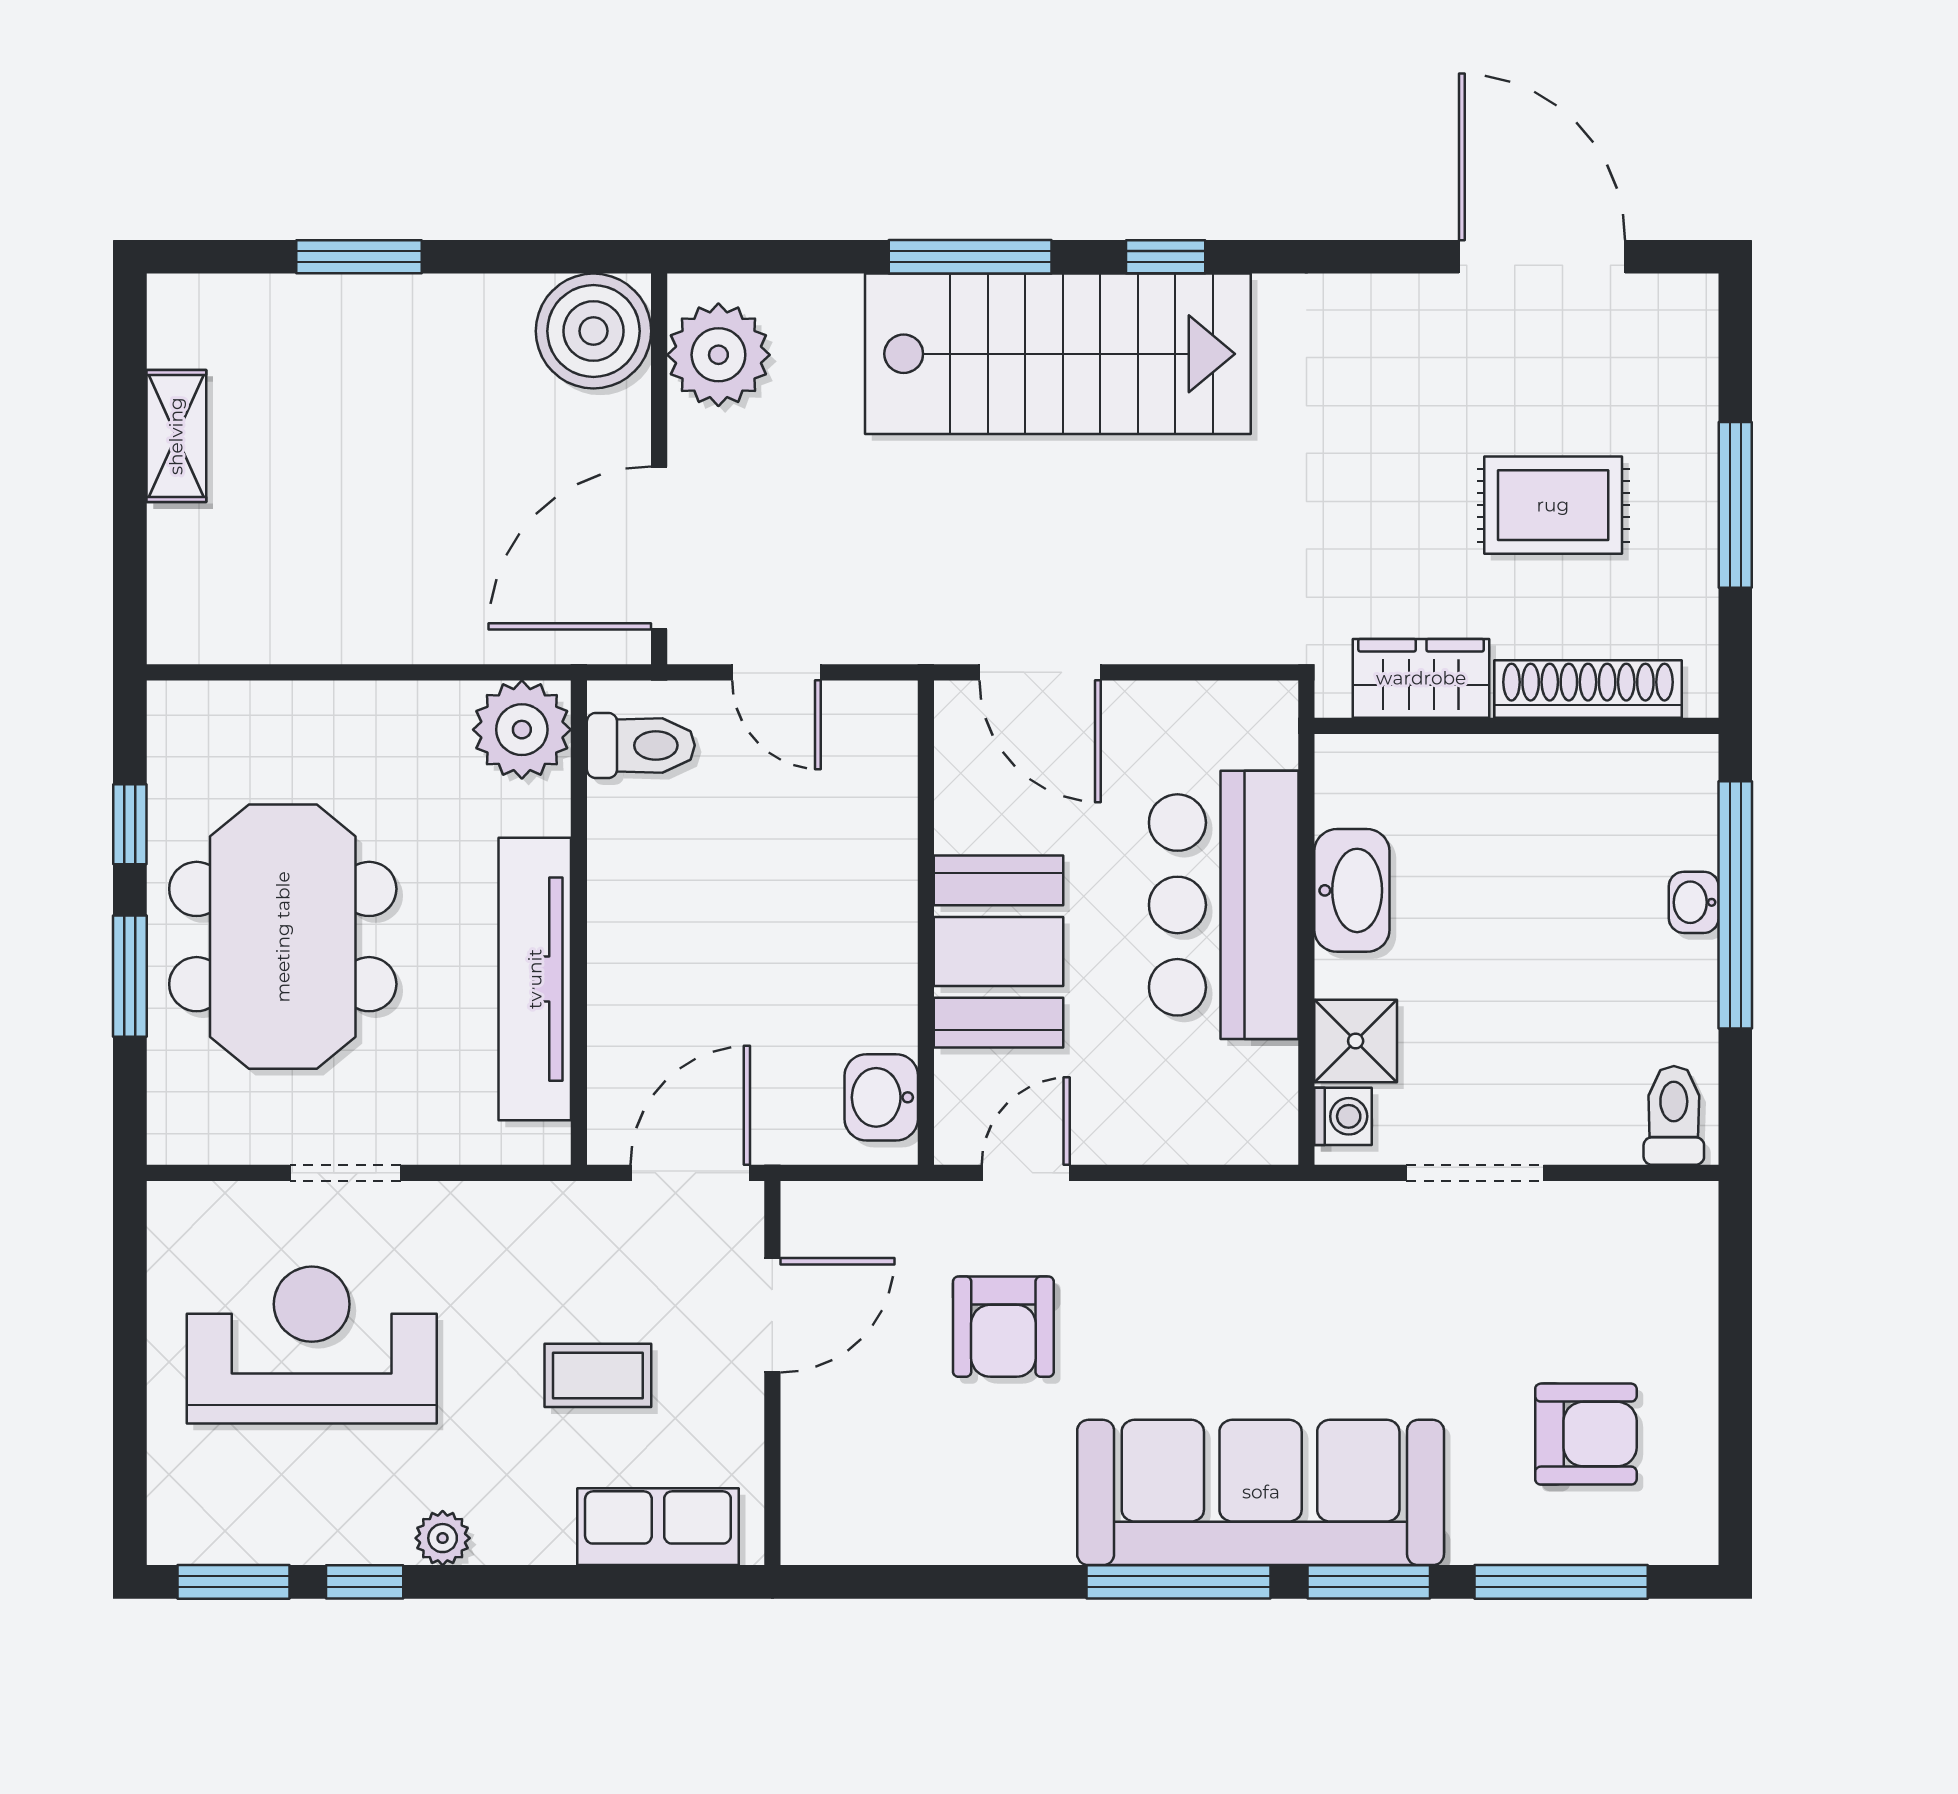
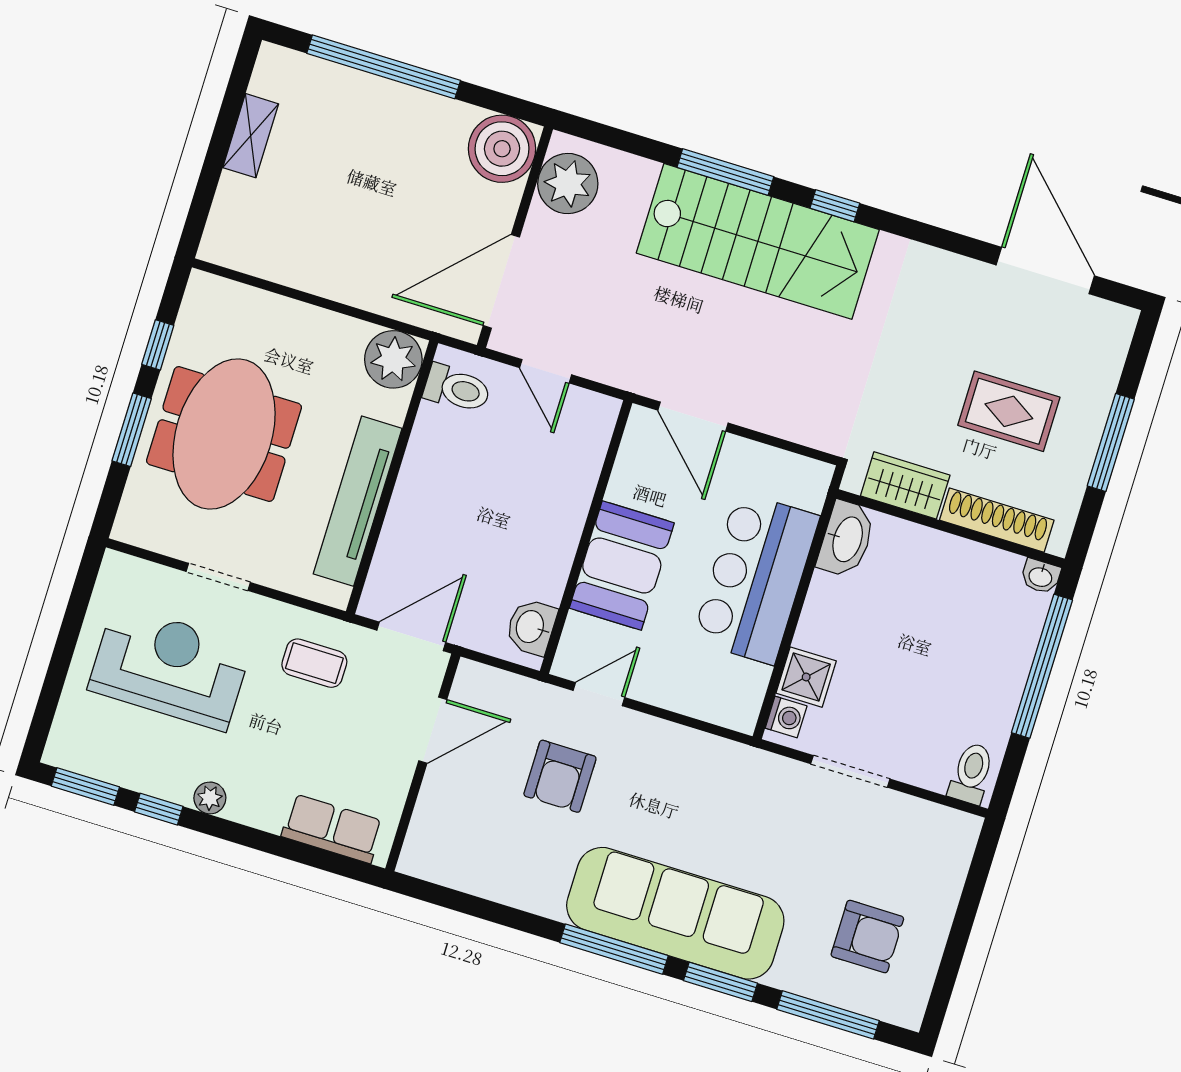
window: (359, 257) -> (384, 67), width x2.11
washbasin: (1352, 890) -> (846, 539), moved
washbasin: (1694, 902) -> (1041, 576), moved, turned -90
coffee table: (598, 1375) -> (314, 663), moved

